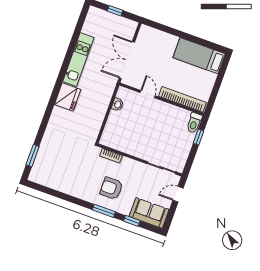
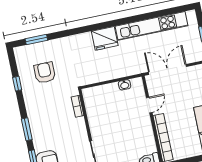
kitchen unit: (78, 60) -> (152, 26), width x1.36
armchair: (111, 188) -> (45, 73), moved
window: (60, 195) -> (17, 84), added

